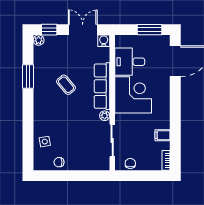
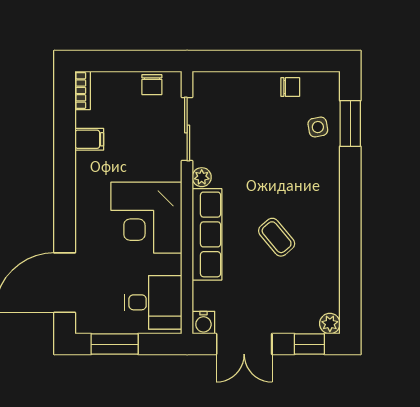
desk: (130, 62) -> (153, 302), moved
window: (28, 77) -> (350, 123), moved

